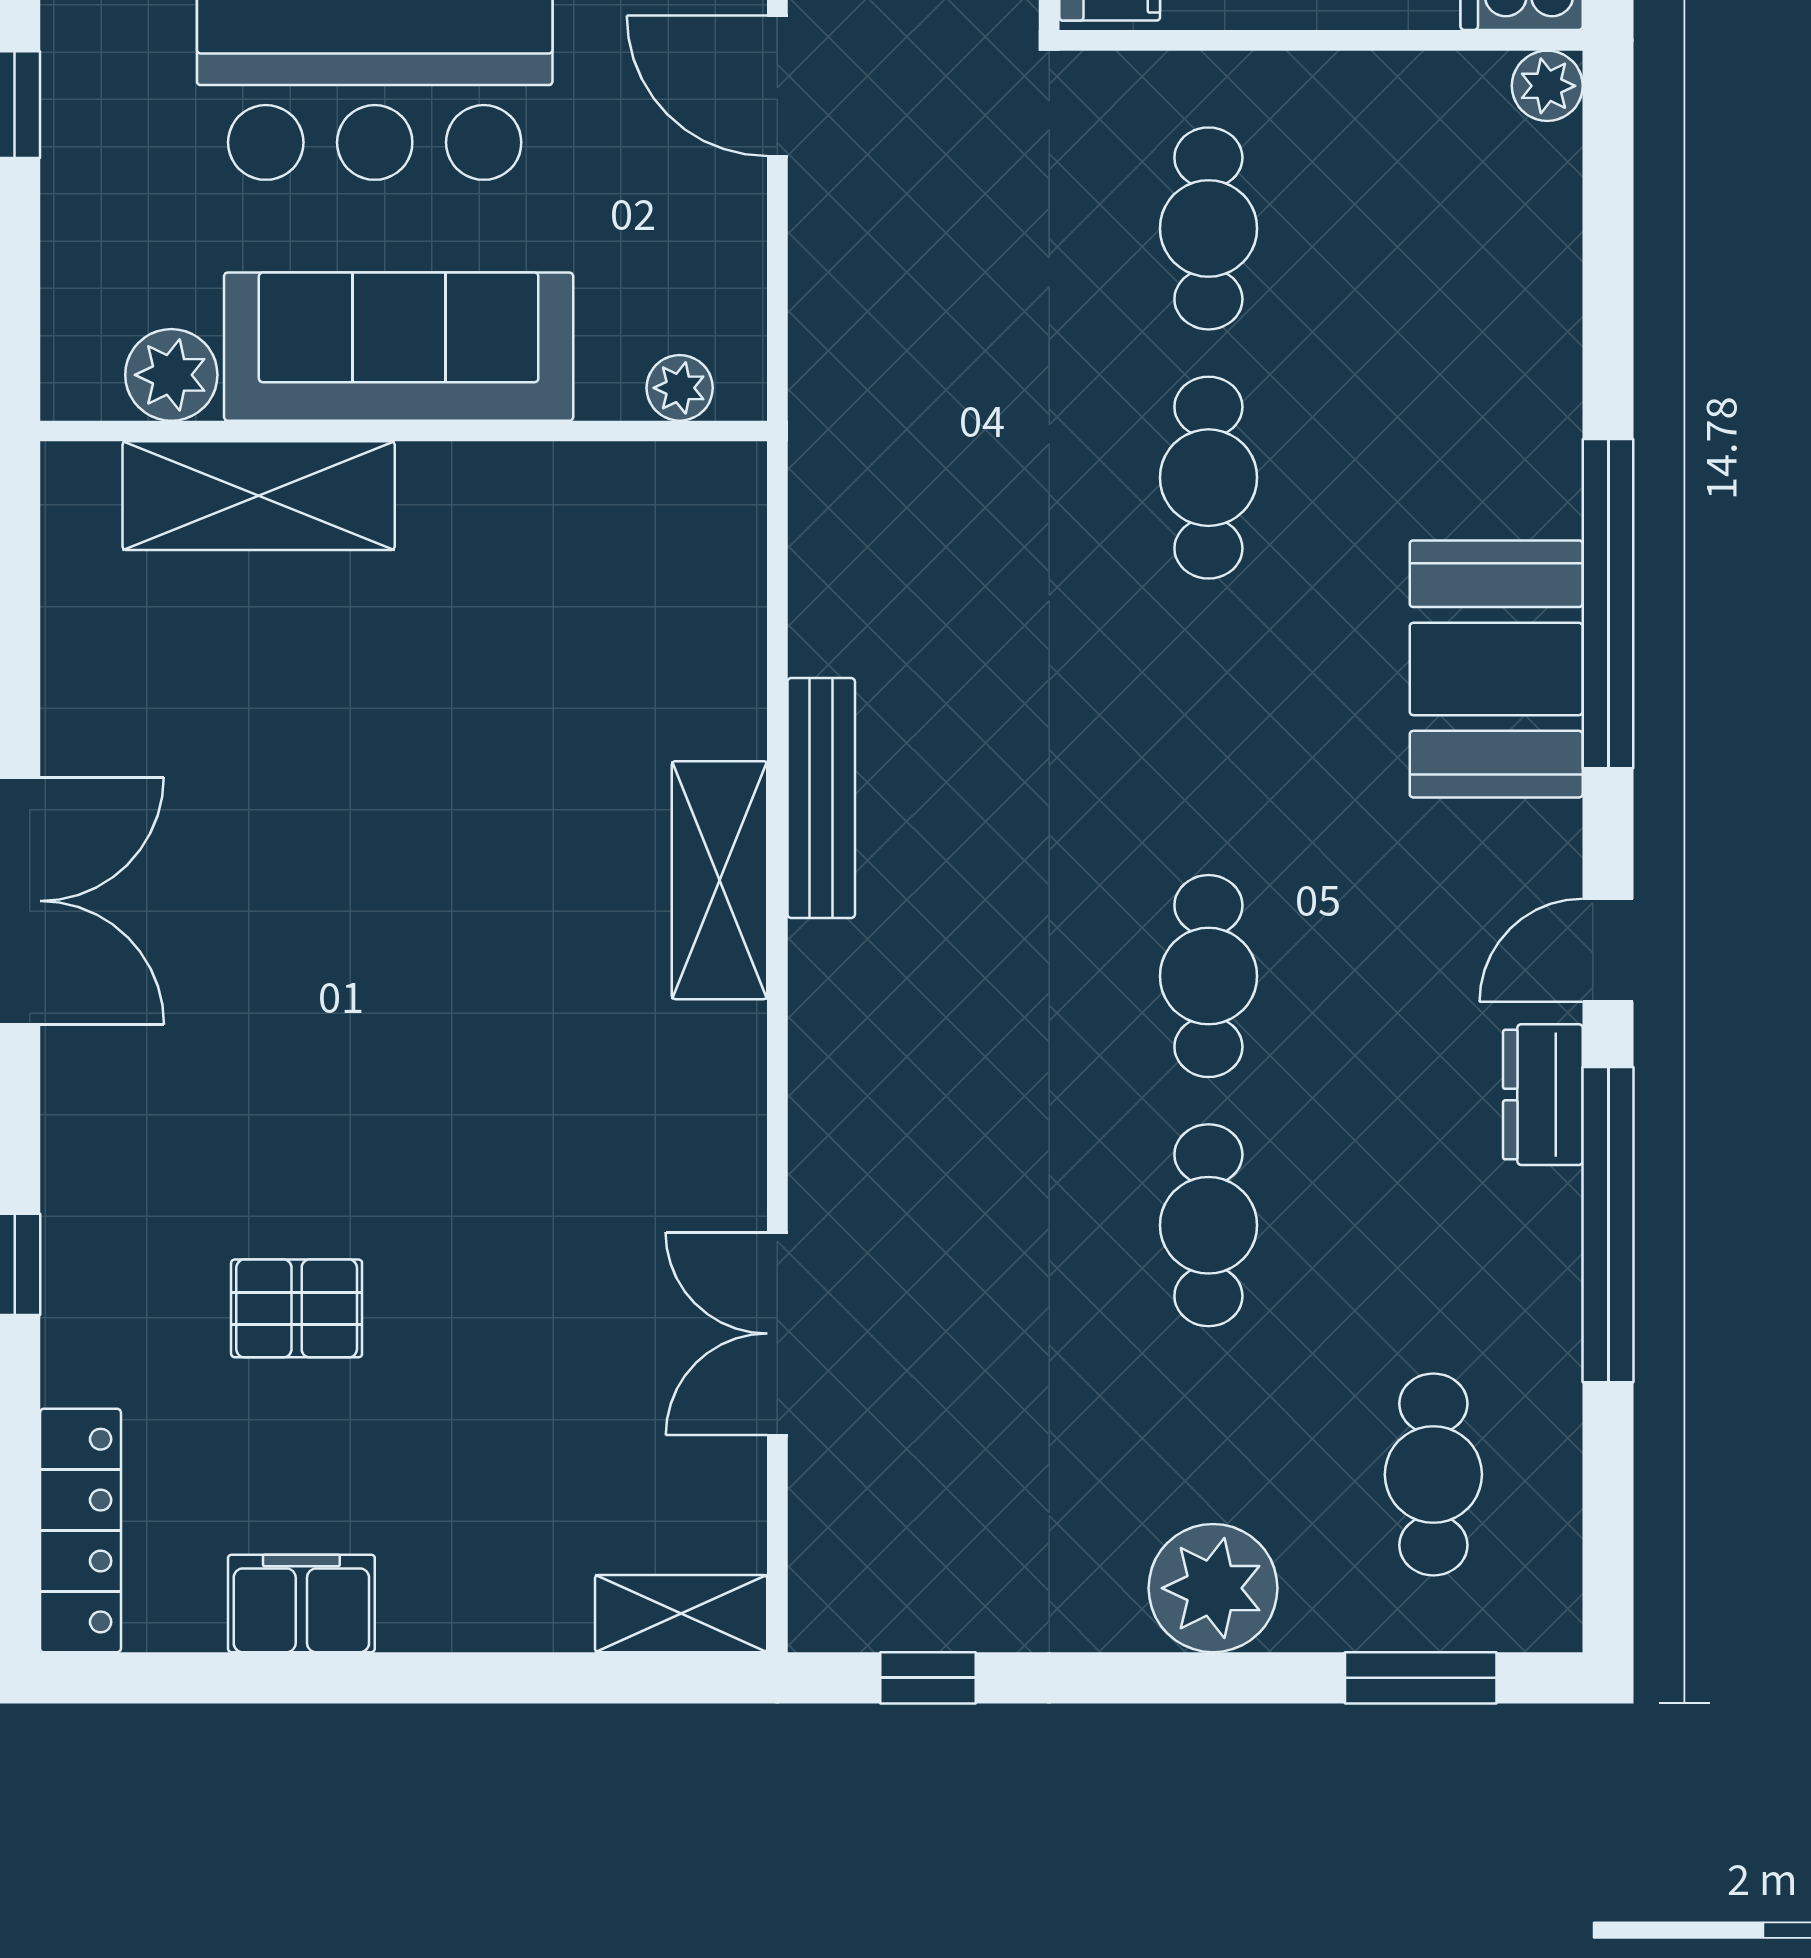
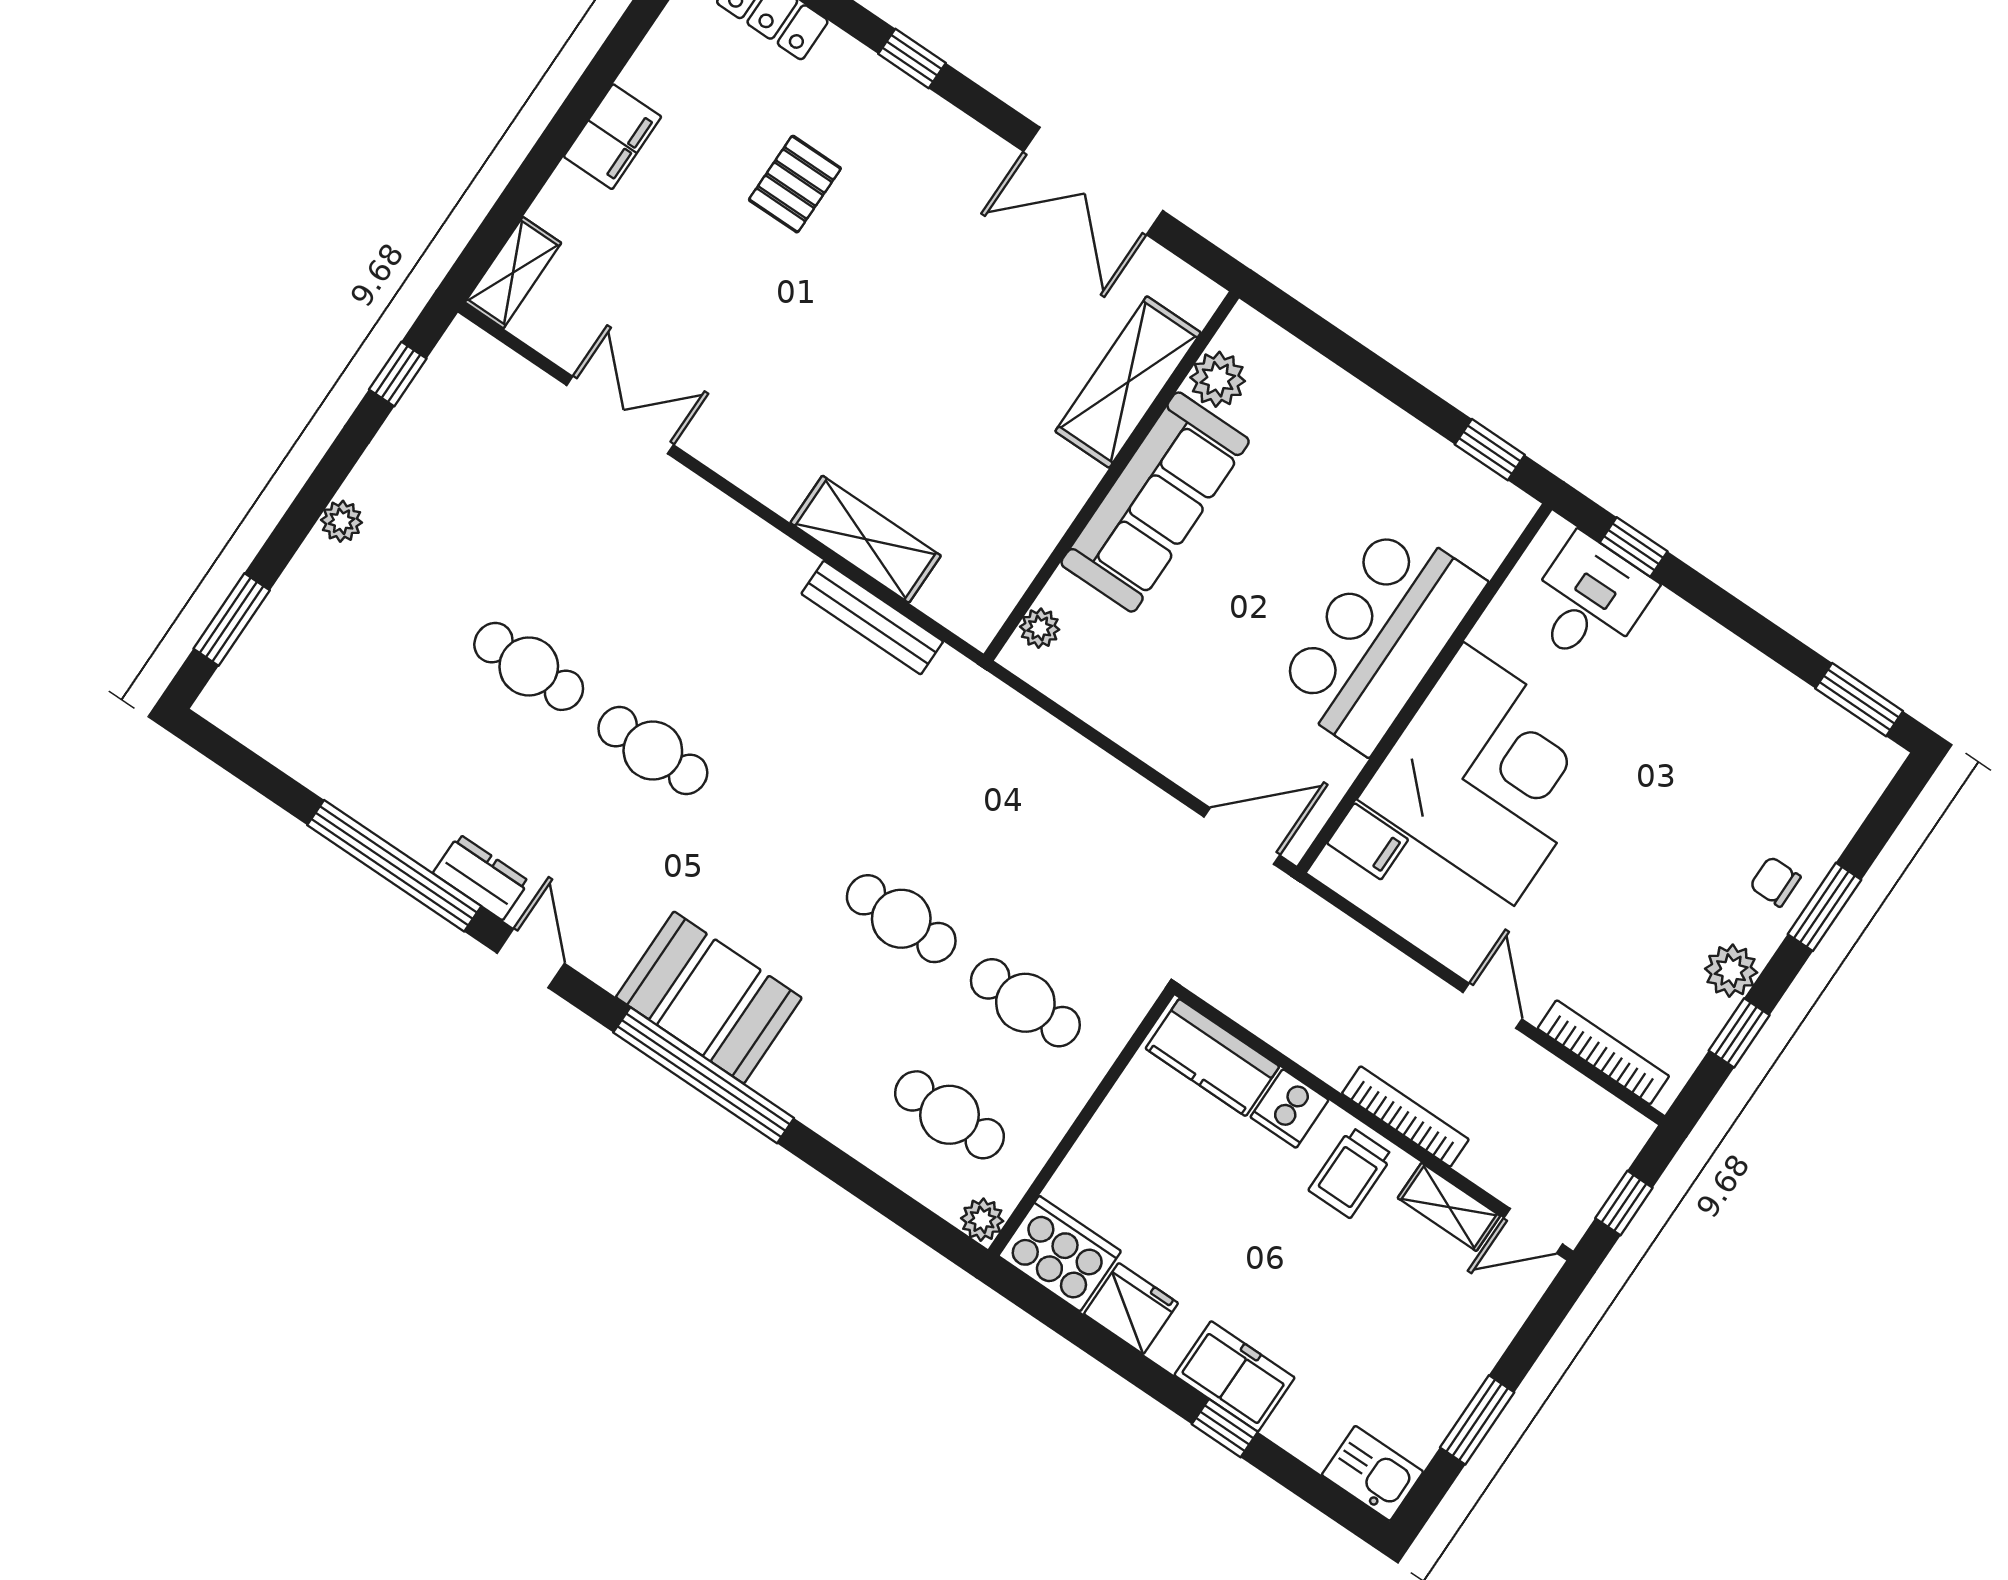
sofa: (399, 347) -> (1155, 502), moved
plant: (171, 375) -> (1218, 379), moved
plant: (680, 388) -> (1040, 628), moved
wall: (404, 431) -> (1111, 476), moved
shelving: (259, 496) -> (1128, 382), moved
cafe table: (1433, 1474) -> (950, 1115), moved
plant: (1213, 1588) -> (342, 521), width x0.53, depth x0.53
filing cabinet: (301, 1603) -> (613, 137), moved

